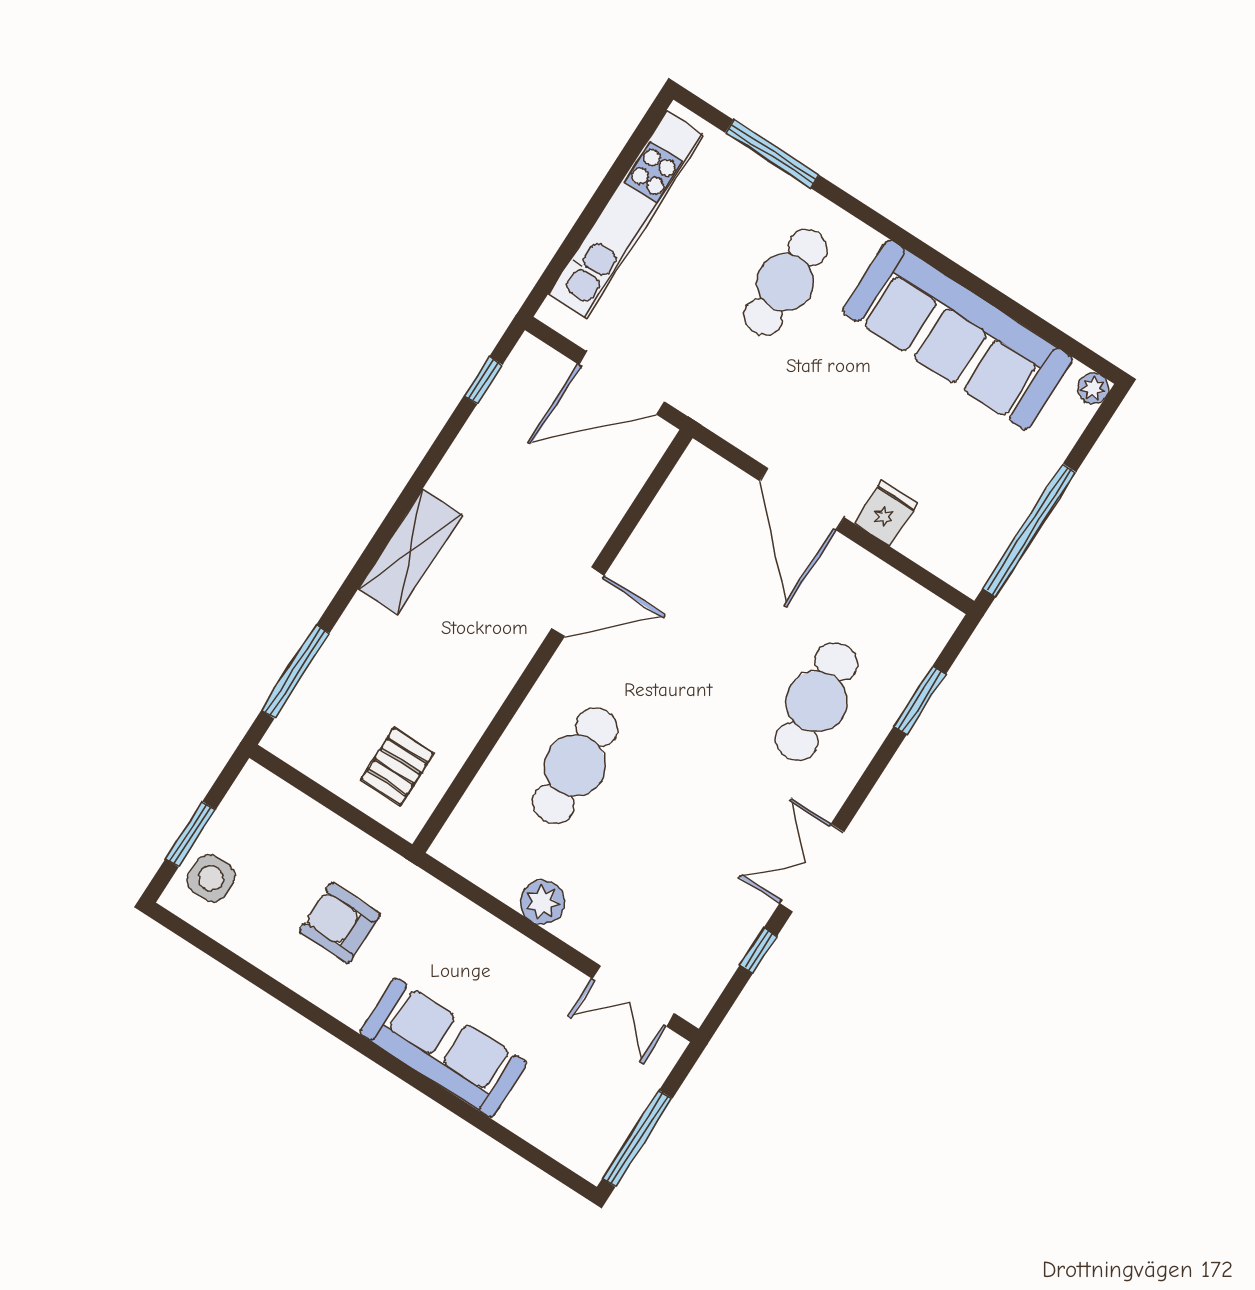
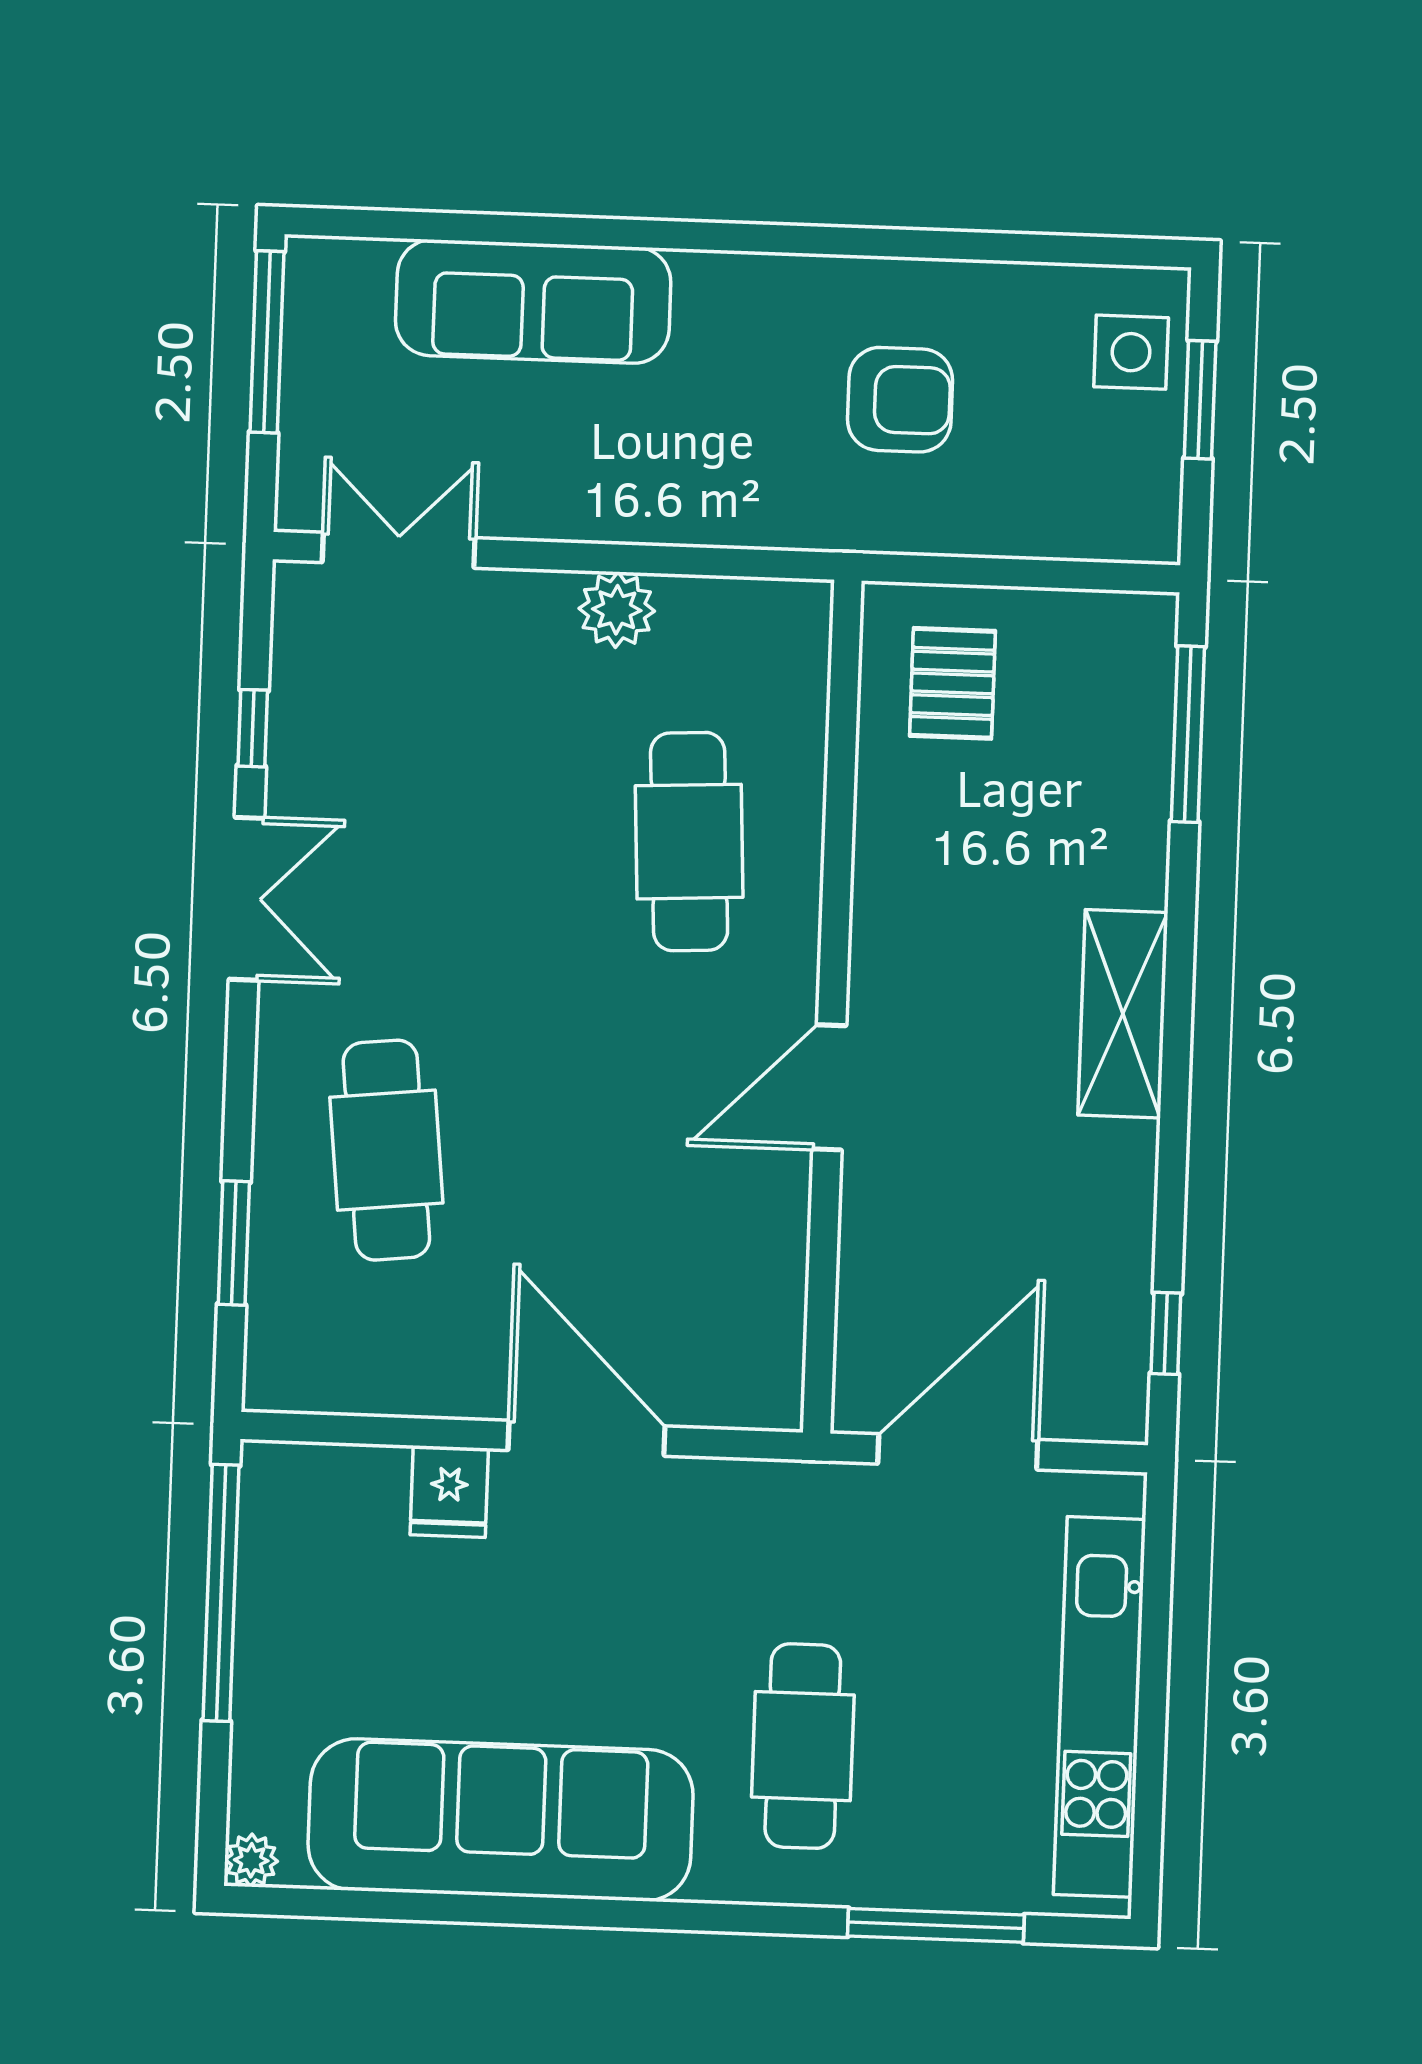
sofa: (443, 1048) -> (533, 301), moved

